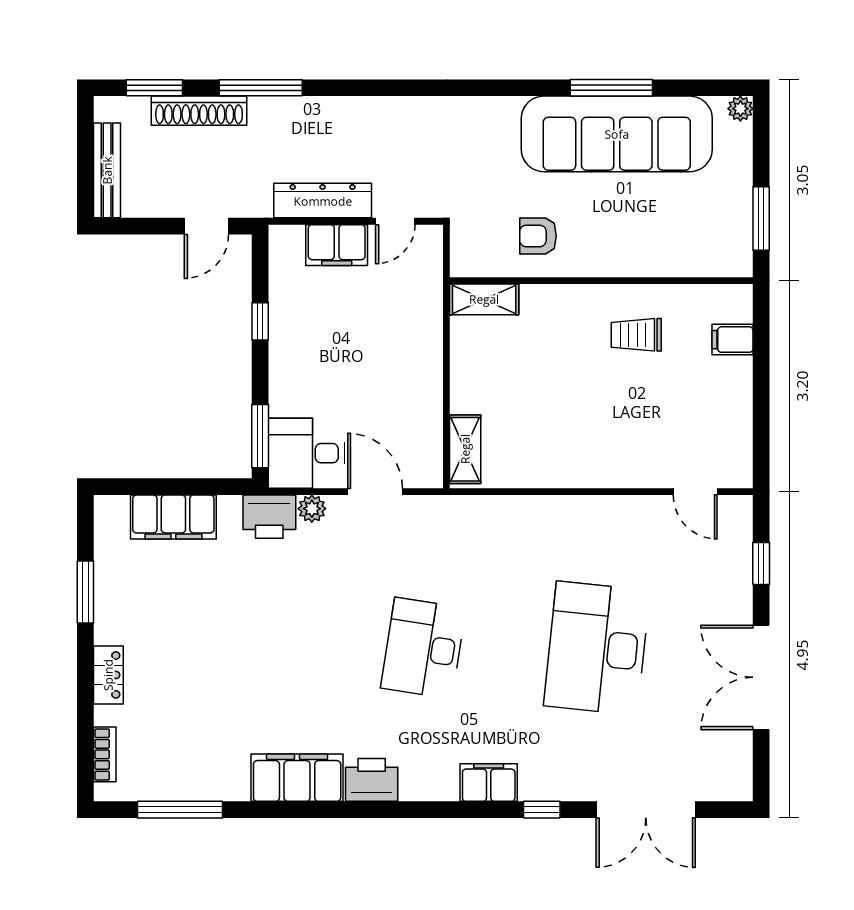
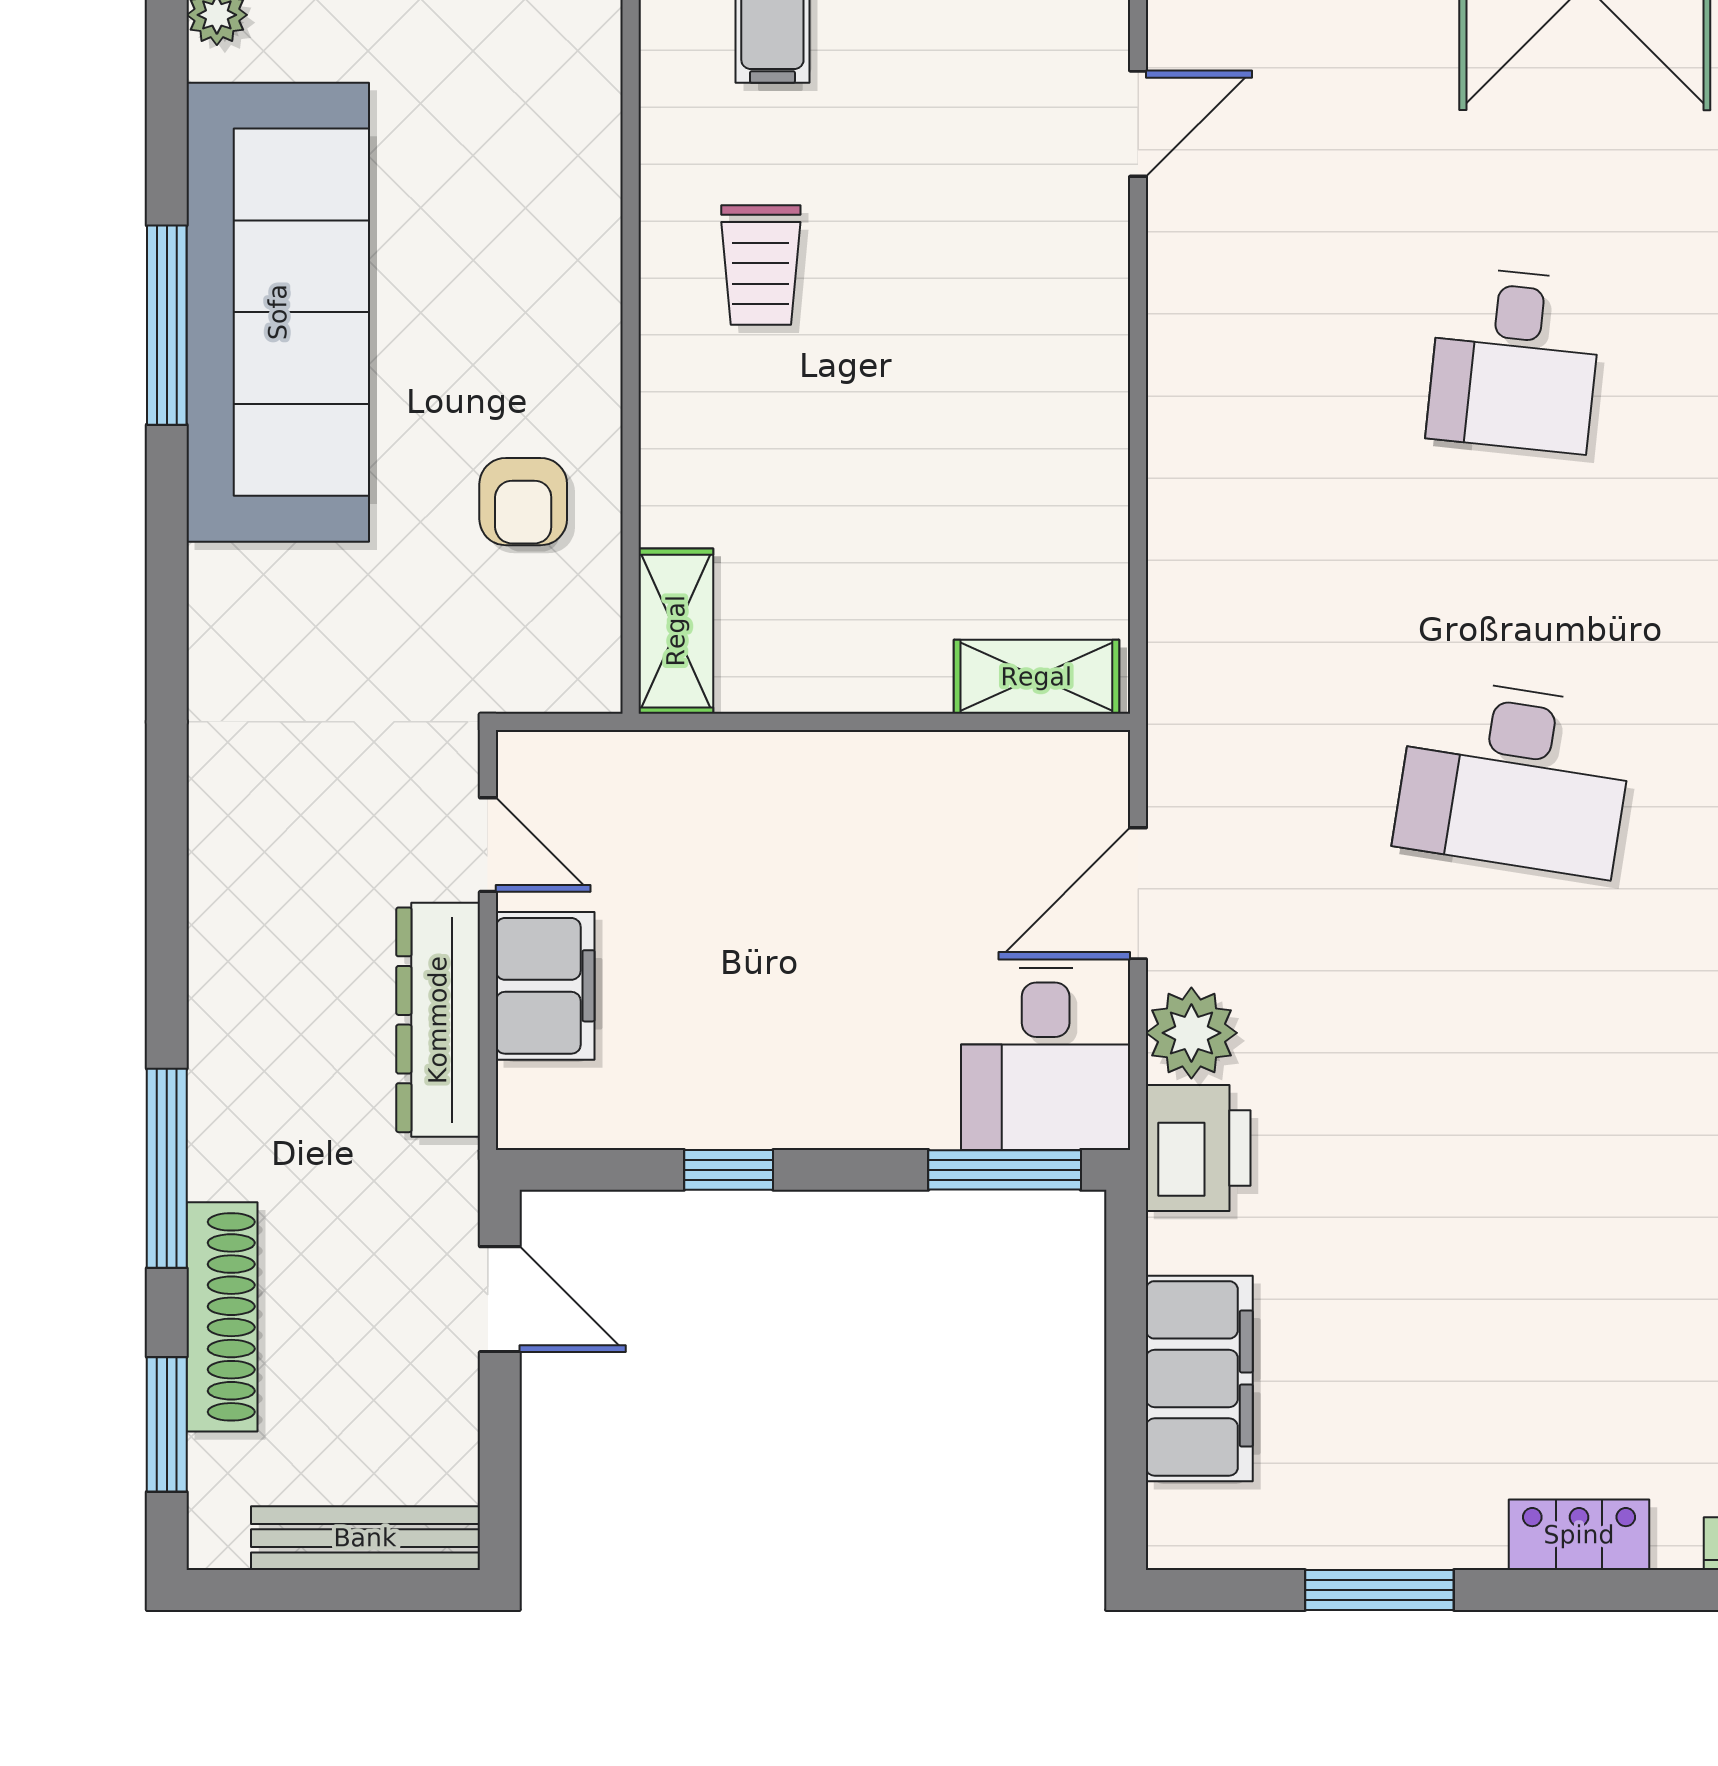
plant: (312, 509) -> (1191, 1033), width x1.38, depth x1.38
desk: (597, 648) -> (1515, 360), width x0.53, depth x0.77

